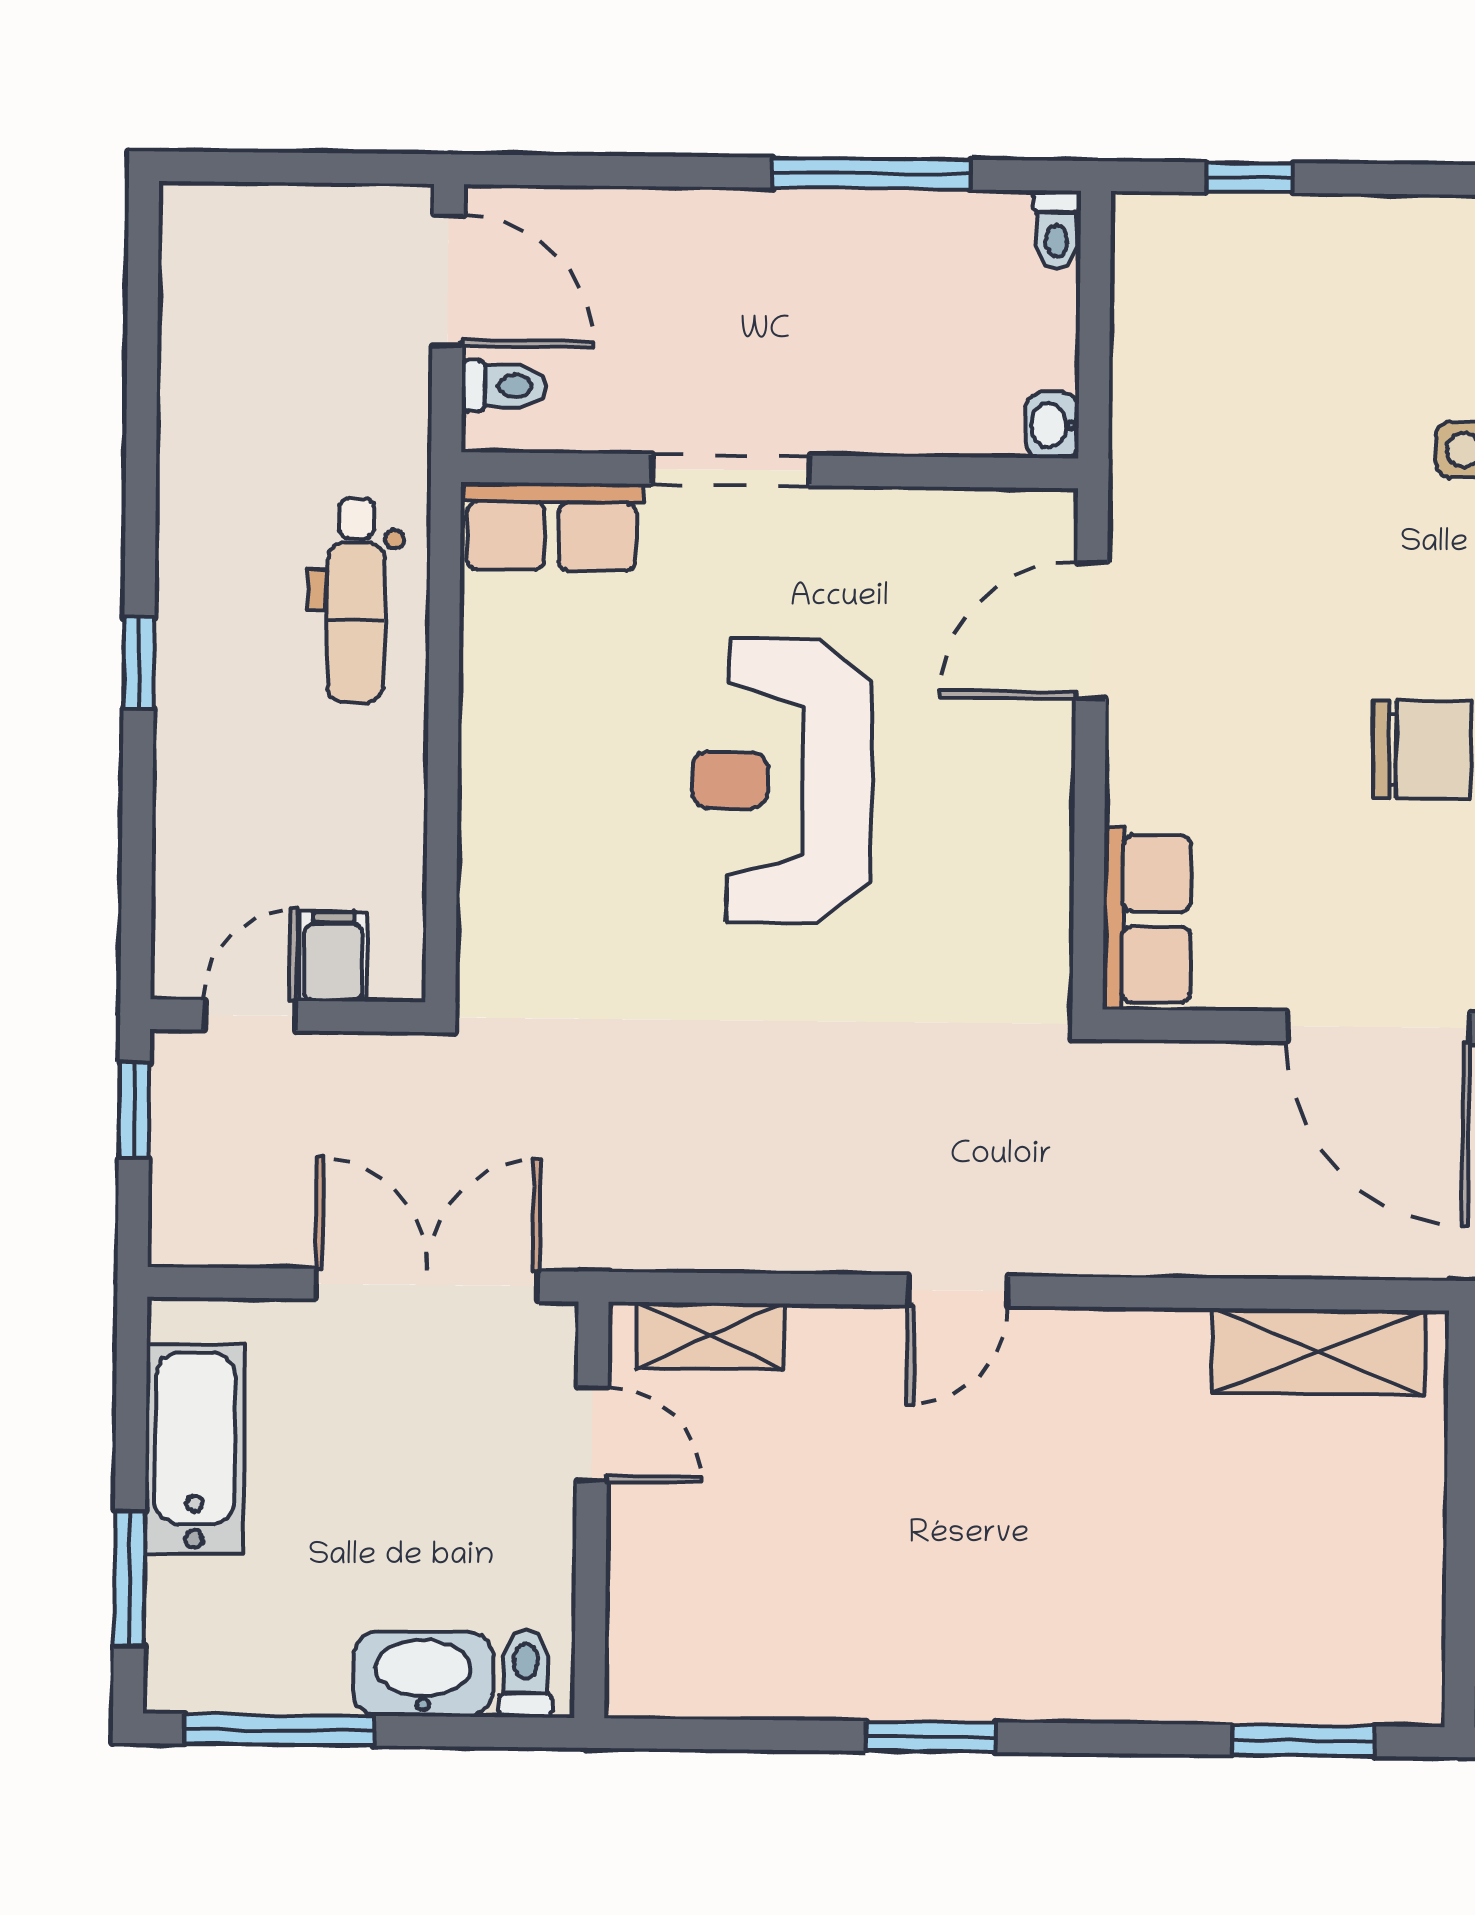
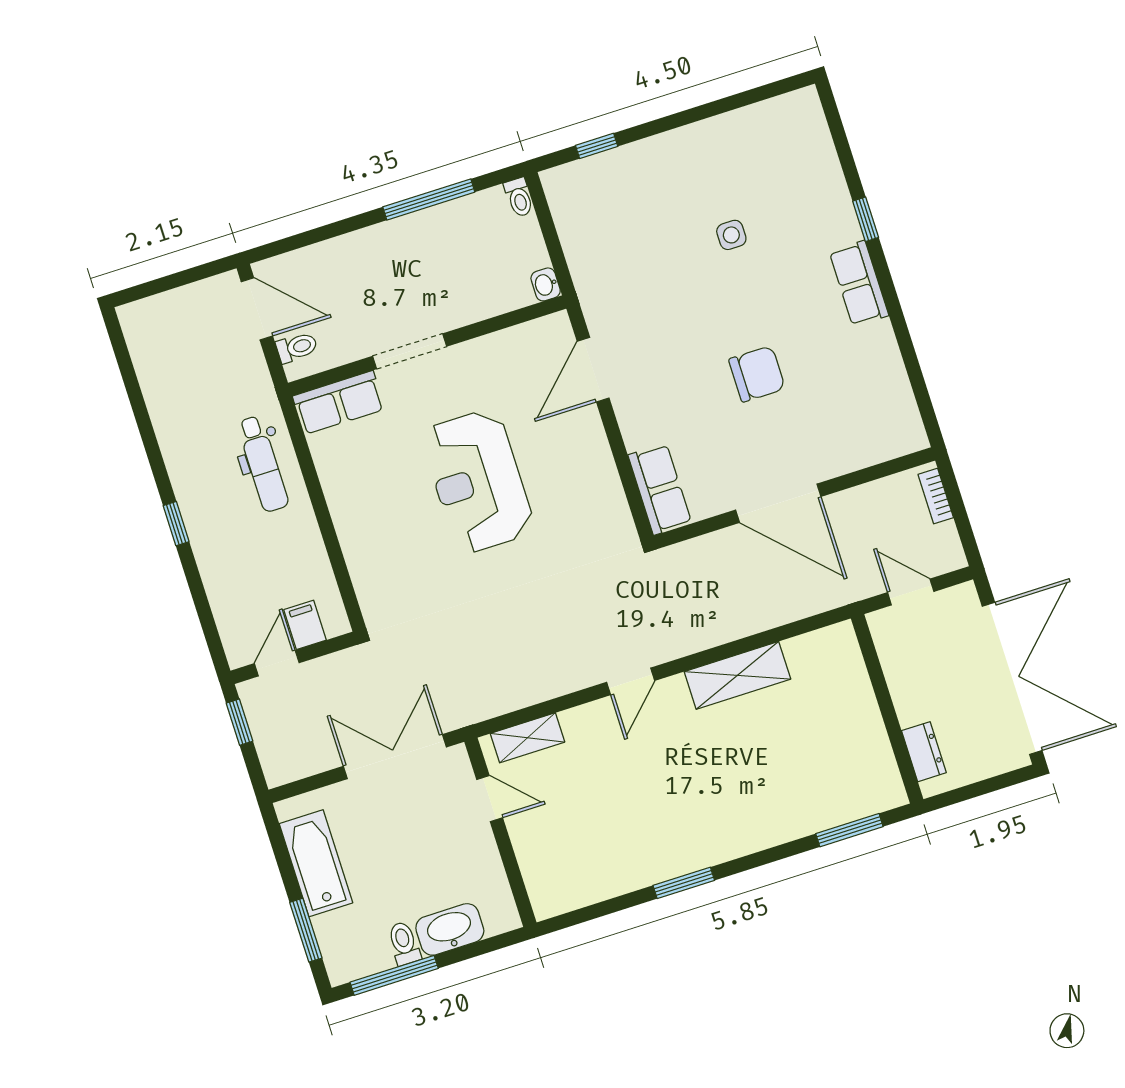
shelving: (1319, 1352) -> (737, 675), moved
toilet: (526, 1673) -> (404, 943), moved

